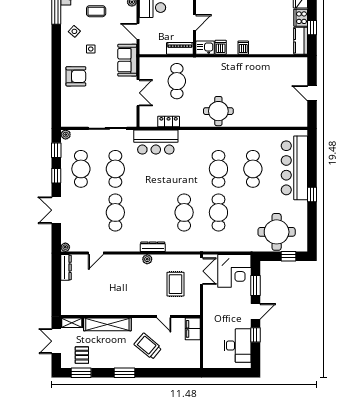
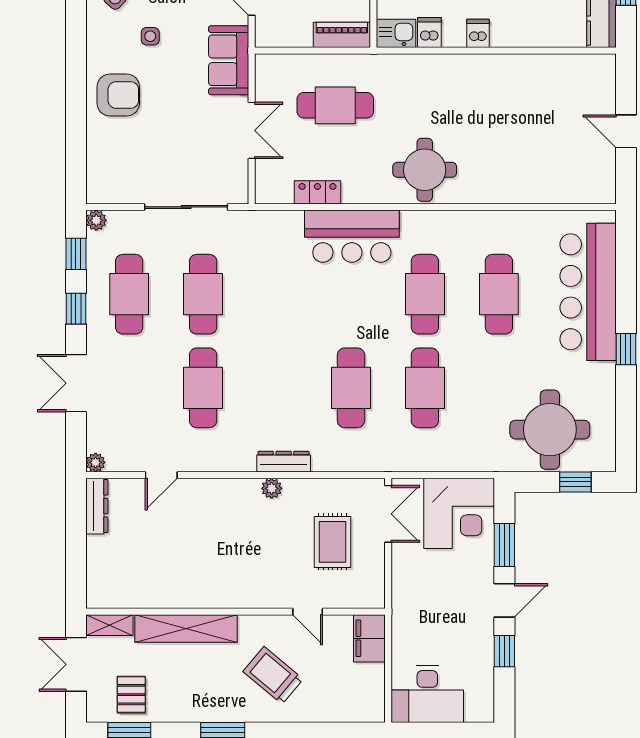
cafe table: (177, 81) -> (335, 105), turned 90
bar counter: (156, 142) -> (352, 236), moved
desk: (238, 346) -> (427, 694), moved, turned 90

